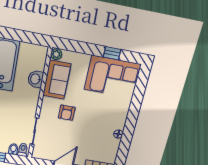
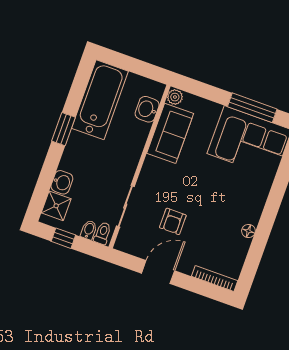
window: (112, 53) -> (252, 108), width x2.17
washbasin: (36, 79) -> (147, 109), moved
armchair: (67, 113) -> (173, 221), moved

